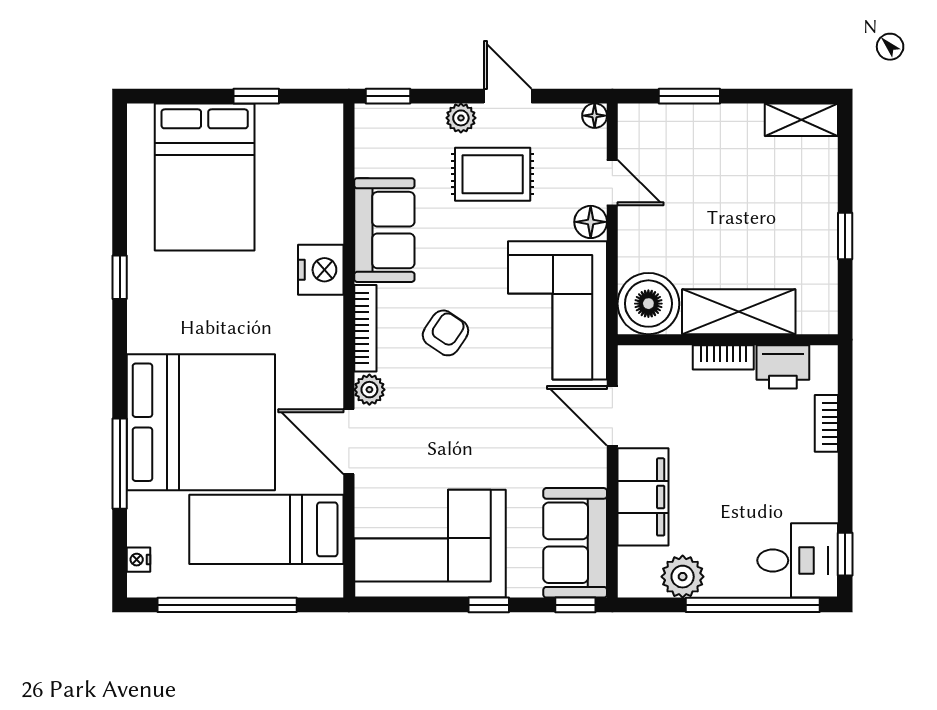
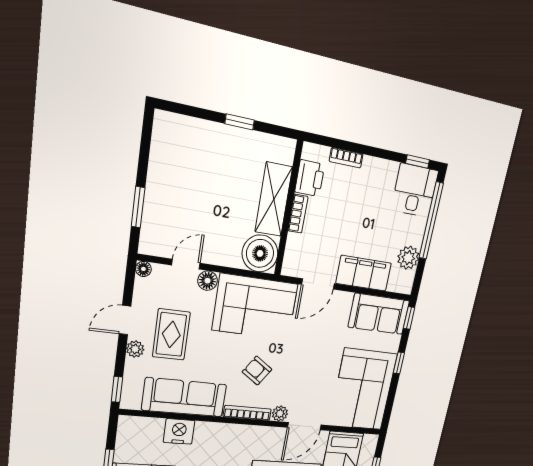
shelving: (801, 120) -> (162, 136), removed
sofa: (384, 230) -> (184, 397), width x1.36
nightstand: (321, 270) -> (179, 431), moved

